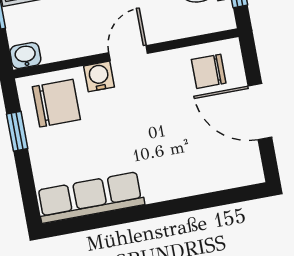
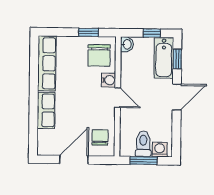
row of seats: (178, 182) -> (46, 110), added

